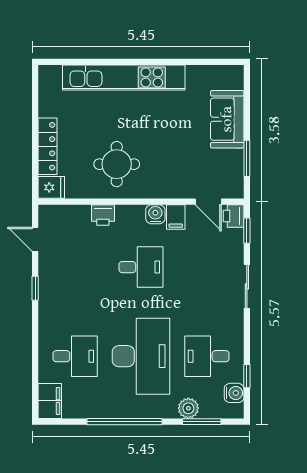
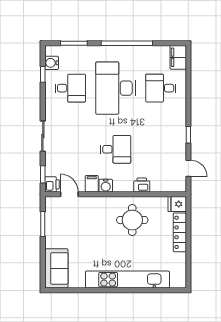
sofa: (227, 119) -> (56, 268), moved
desk: (141, 267) -> (116, 149), turned 180
plant: (188, 408) -> (83, 52), removed

